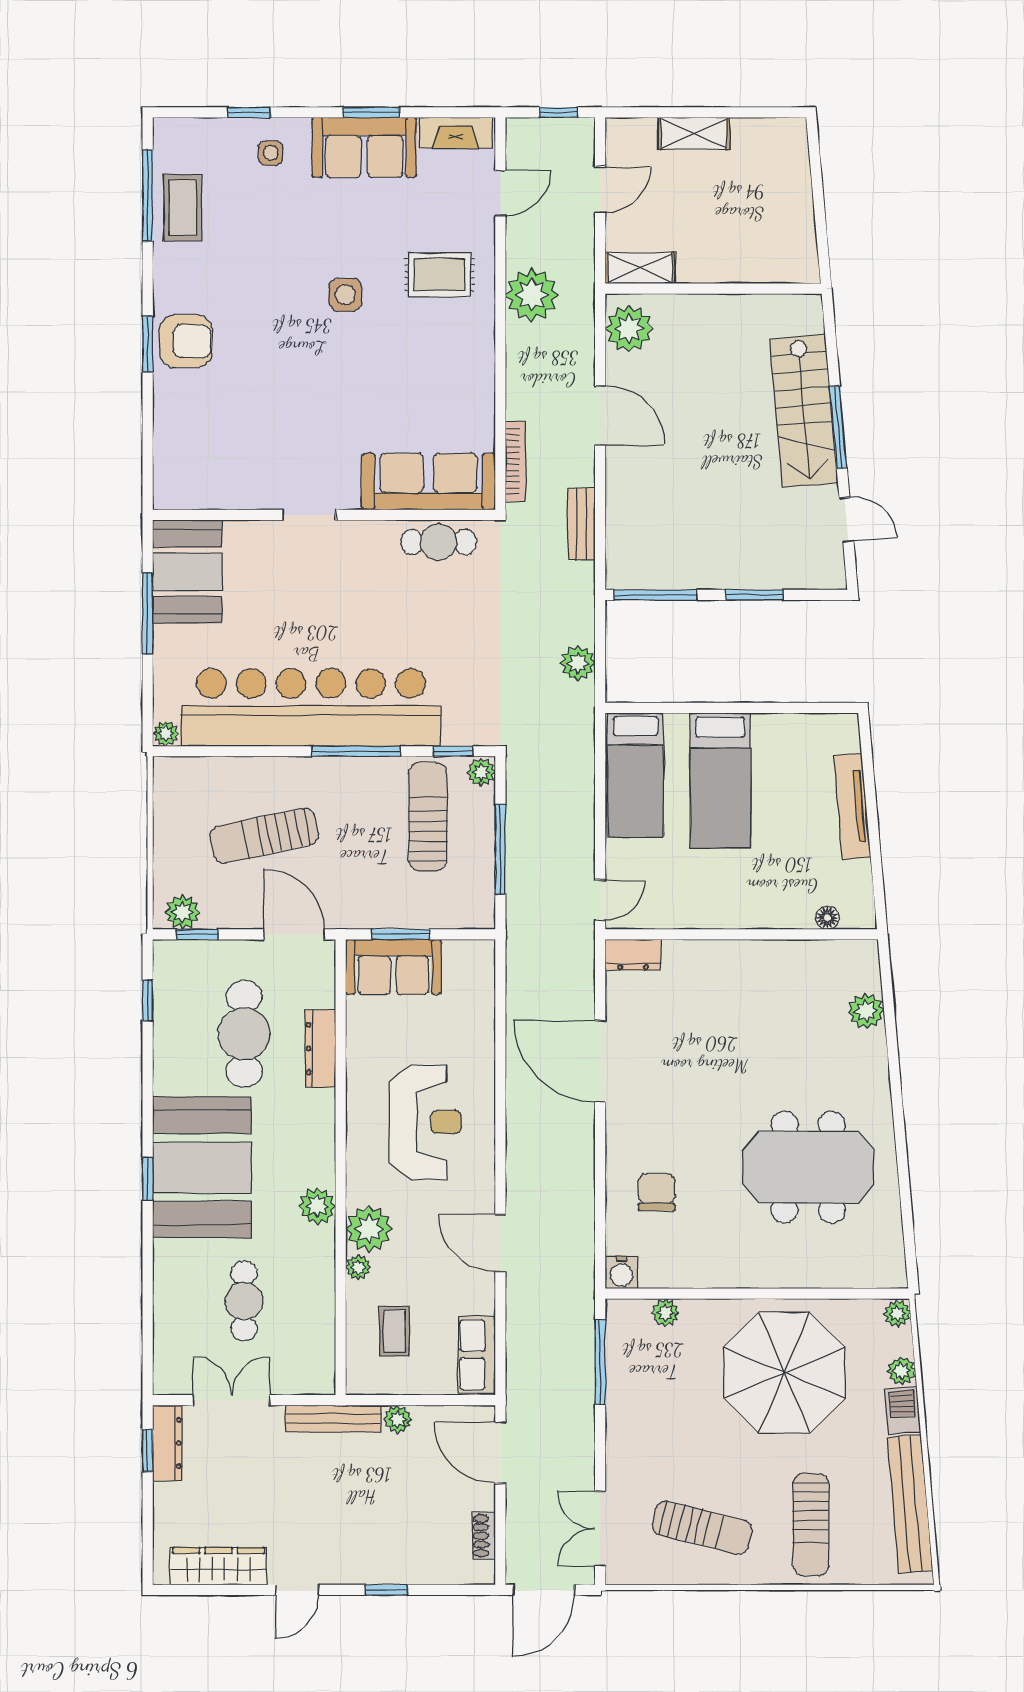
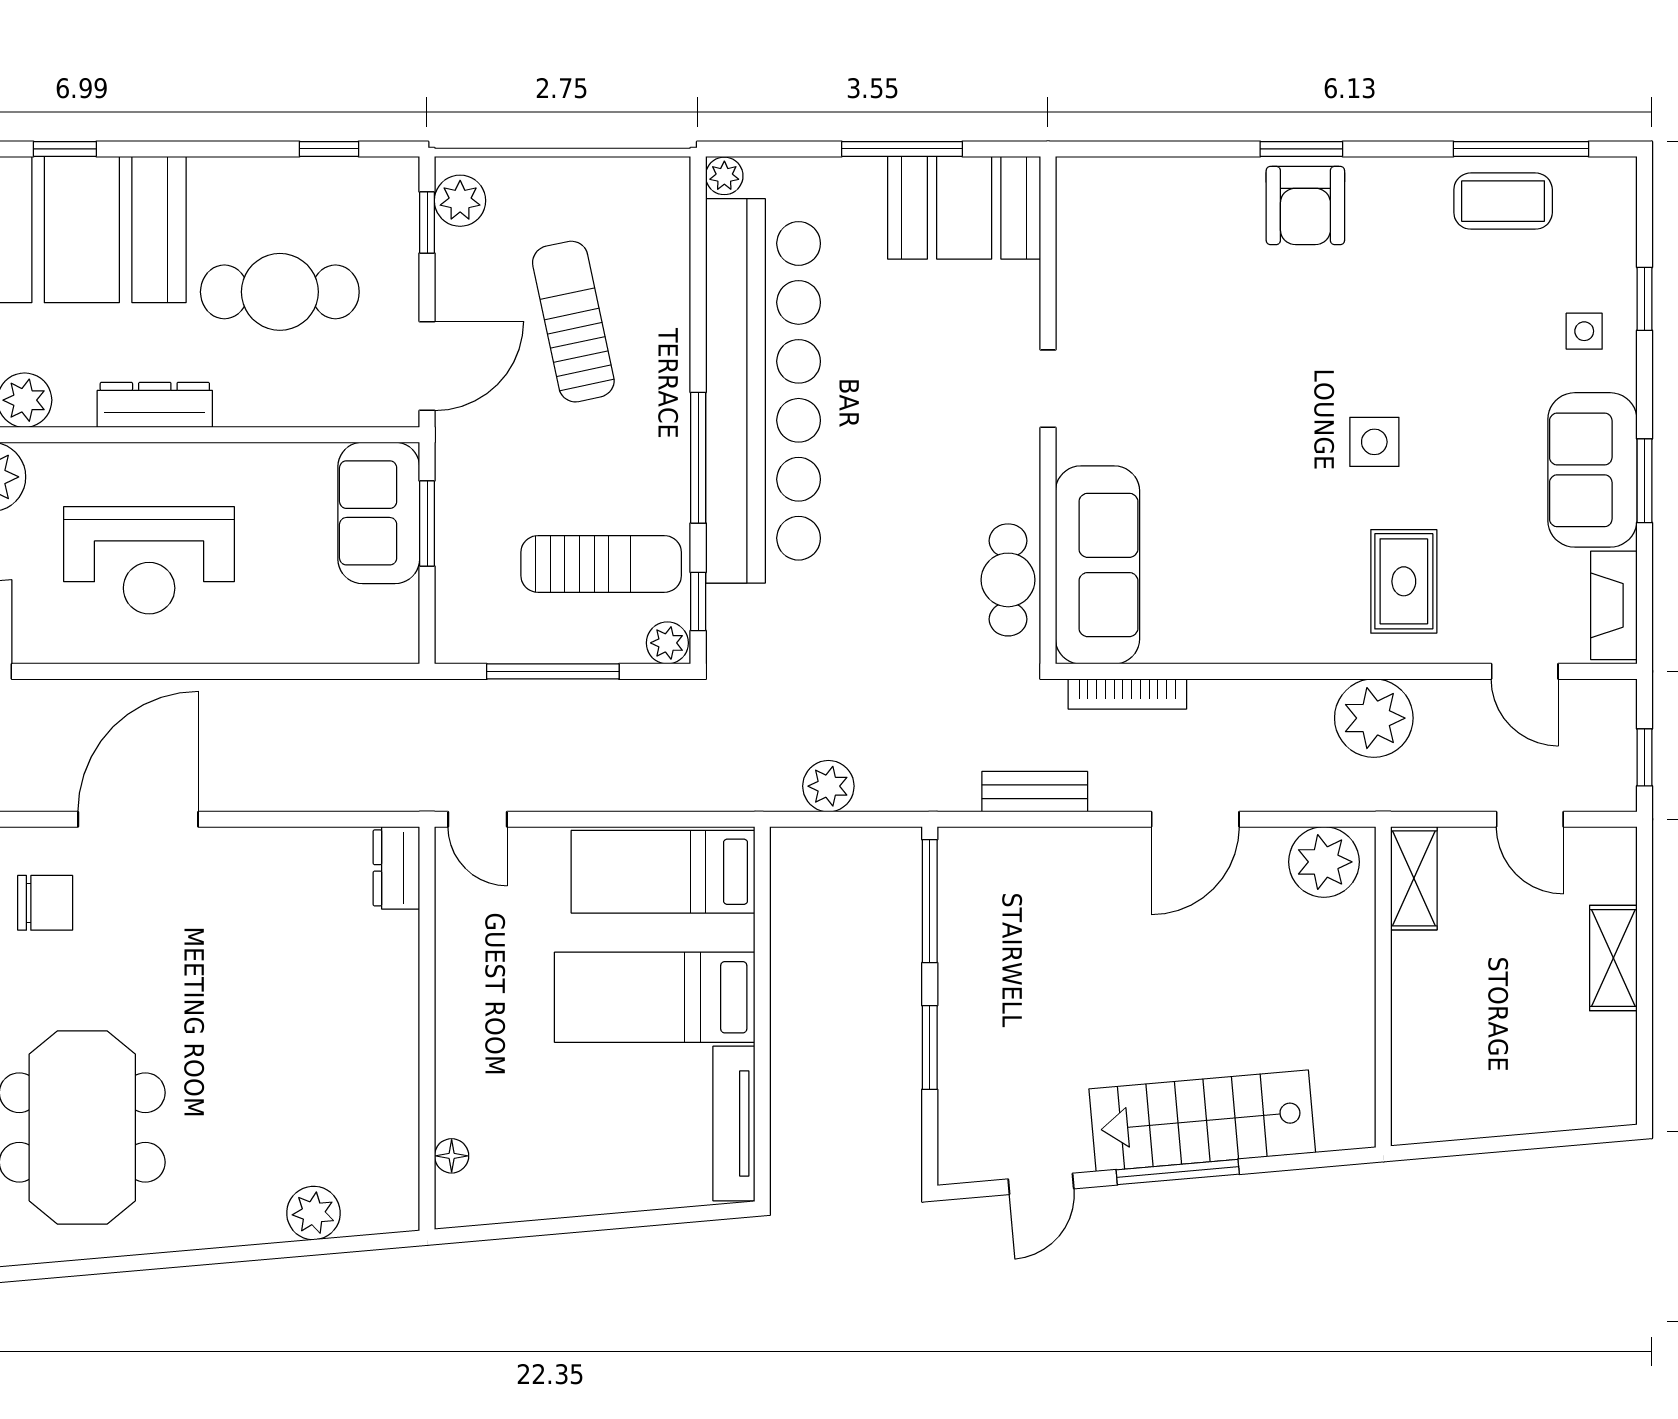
tv unit: (852, 807) -> (734, 1123), moved, turned -85
dresser: (320, 1048) -> (155, 405), moved
door: (600, 1061) -> (138, 819), moved

